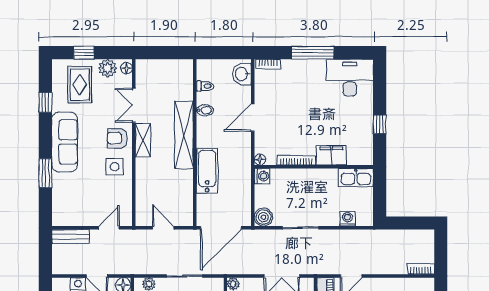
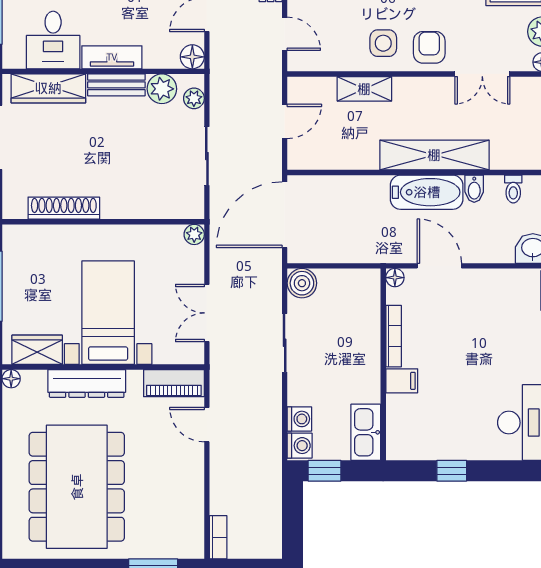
double door: (134, 105) -> (482, 74), swing flipped
door: (253, 118) -> (439, 266), moved
shelving: (143, 140) -> (364, 89), moved
filing cabinet: (331, 155) -> (402, 381), width x0.50
bathtub: (207, 171) -> (427, 192), moved
washing machine: (262, 176) -> (300, 446), moved, turned -90
window: (380, 203) -> (324, 471), added
door: (221, 228) -> (285, 215), hinge flipped

